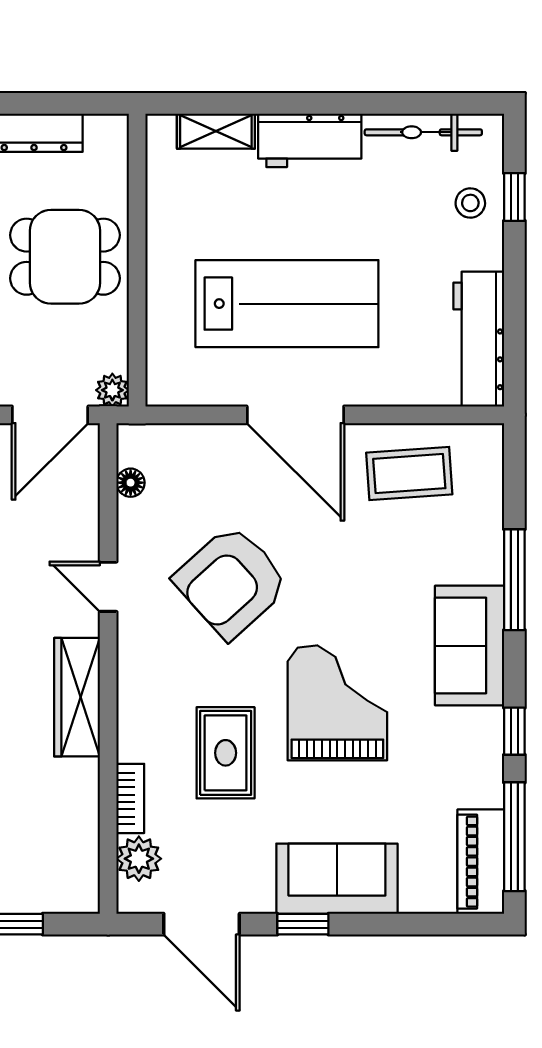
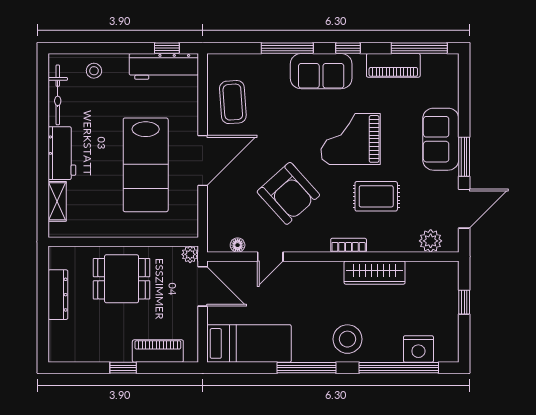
window: (514, 197) -> (167, 48), moved
dining table: (65, 257) -> (122, 279), turned 90
lab bench: (287, 304) -> (146, 165), turned 180
door: (108, 587) -> (270, 257), moved
wardrobe: (77, 697) -> (375, 273), moved
window: (514, 731) -> (348, 48), moved
bookcase: (130, 798) -> (349, 245), moved
piano: (481, 862) -> (393, 65), moved
window: (303, 924) -> (464, 157), width x1.50

